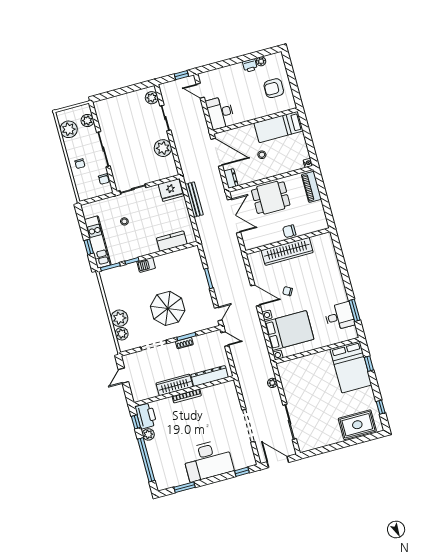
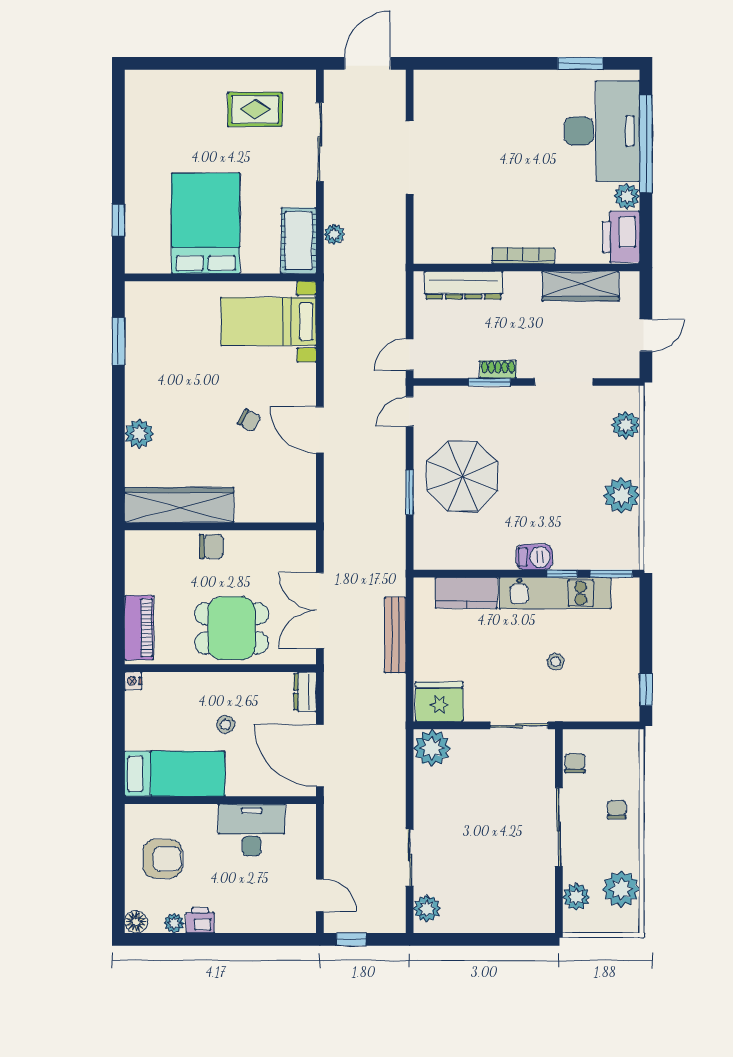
floor lamp: (278, 57) -> (136, 922), added
desk: (220, 113) -> (252, 830), moved, turned -90
plant: (163, 148) -> (432, 748), moved
bench: (194, 199) -> (395, 635), moved
kitchen unit: (98, 242) -> (555, 593), moved, turned -90
window: (89, 247) -> (646, 689), moved
wardrobe: (287, 251) -> (179, 505), moved
plant: (334, 272) -> (139, 434), added
parasol: (168, 308) -> (462, 476), moved
desk: (340, 316) -> (154, 337), removed
plant: (119, 318) -> (622, 495), moved
bed with nightstands: (289, 330) -> (269, 322), width x0.73
door: (225, 339) -> (410, 355), hinge flipped
bed: (351, 367) -> (206, 223), moved
cot: (287, 376) -> (299, 241), added
wardrobe: (175, 385) -> (580, 286), moved
window: (381, 407) -> (118, 121), removed
window: (136, 422) -> (646, 230), removed
rug: (357, 425) -> (255, 109), moved, width x0.73, depth x0.70
desk: (208, 460) -> (602, 131), moved, turned 90
door: (278, 462) -> (368, 63), swing flipped
window: (242, 472) -> (449, 63), removed

